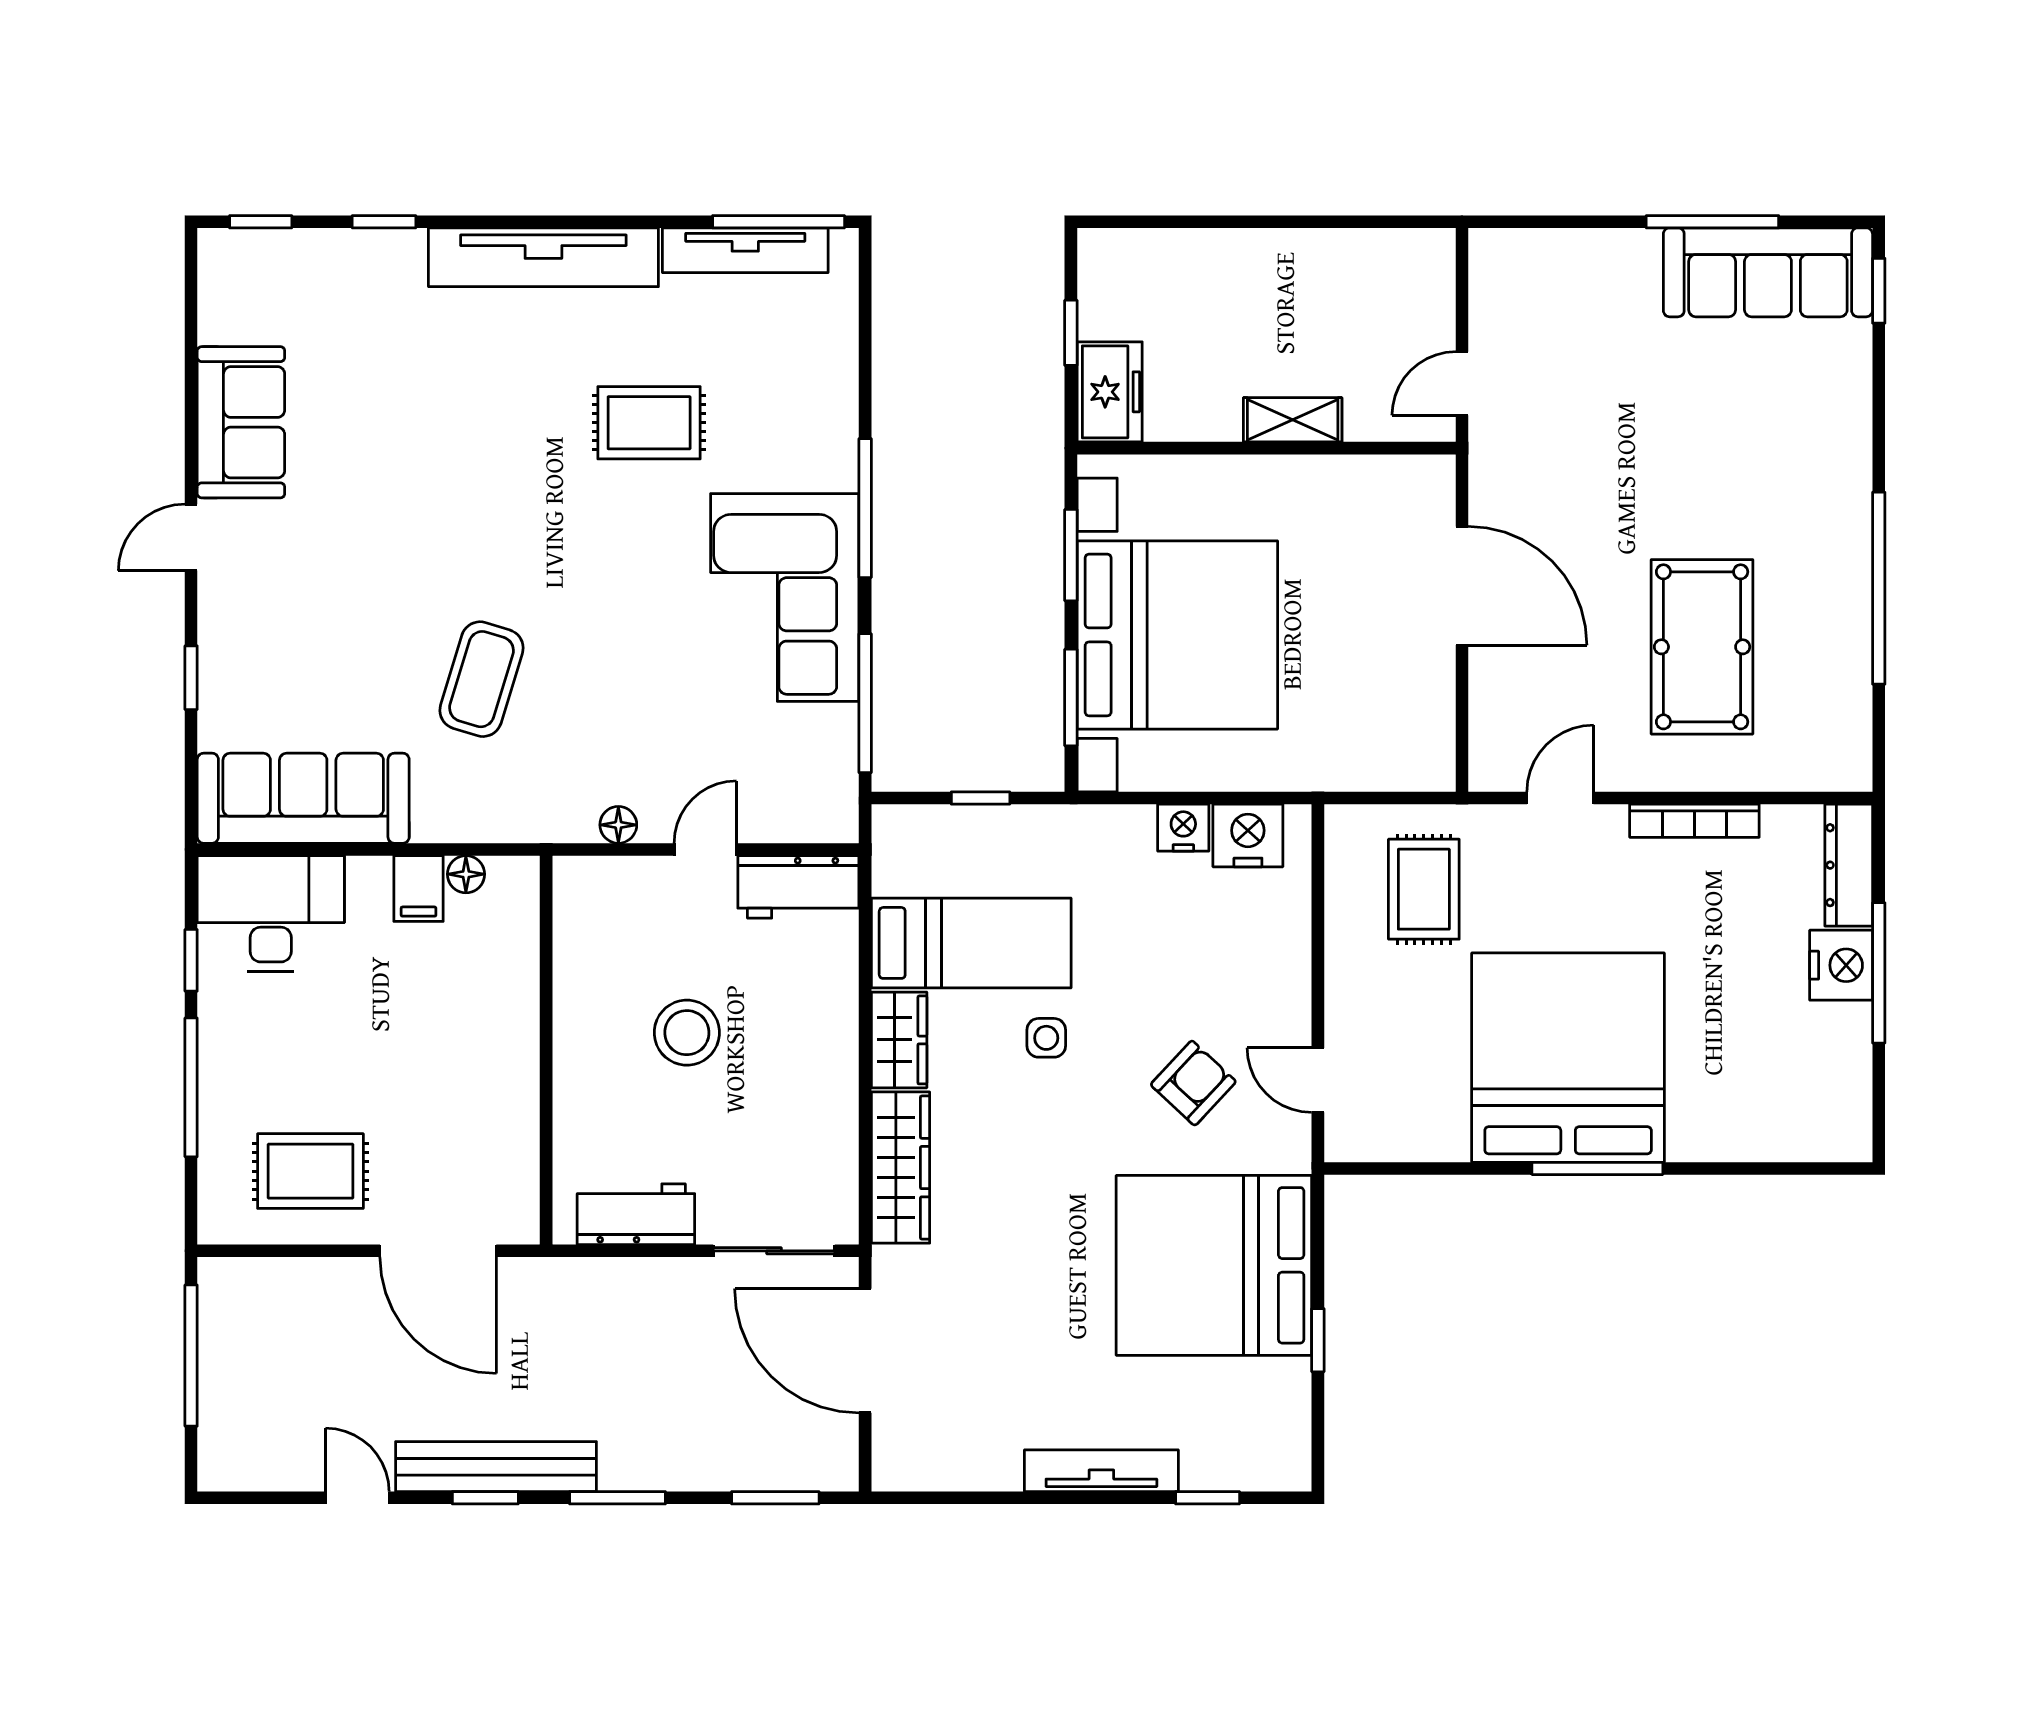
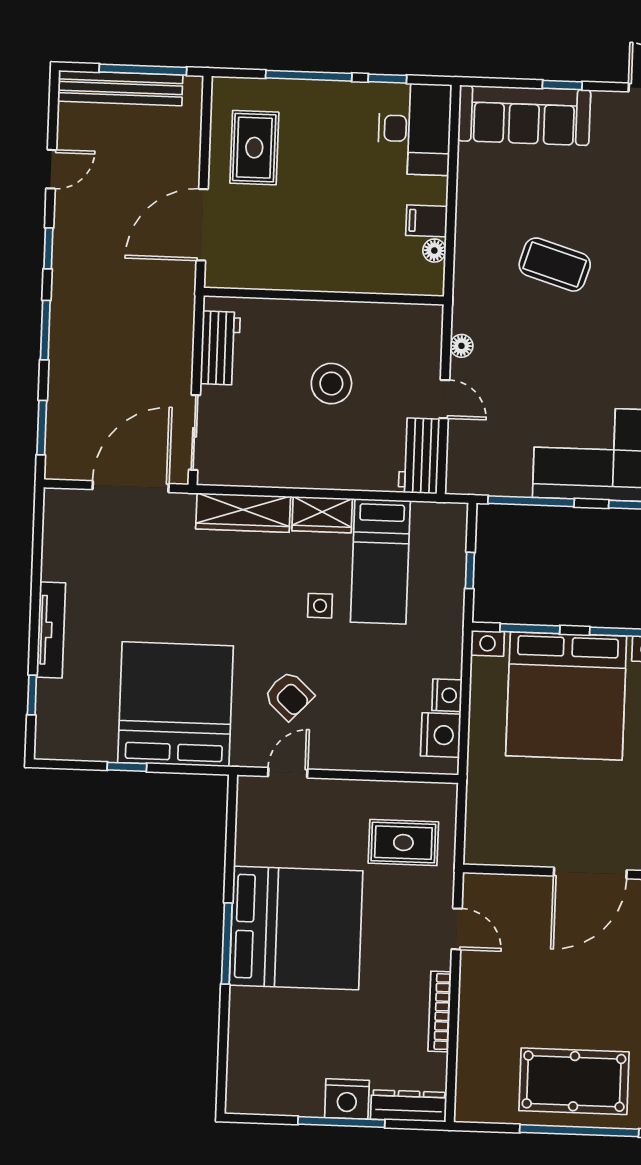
pool table: (1702, 647) -> (574, 1081), moved
sofa: (303, 798) -> (524, 115), moved, turned 90
bench: (496, 1467) -> (120, 88), moved, turned 90

